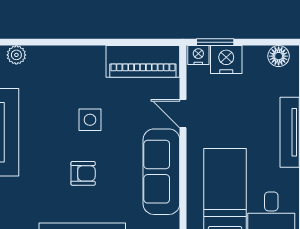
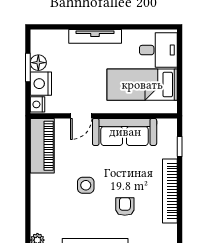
window: (215, 42) -> (28, 68), moved
floor lamp: (279, 56) -> (38, 63), moved
armchair: (83, 173) -> (125, 206), moved

